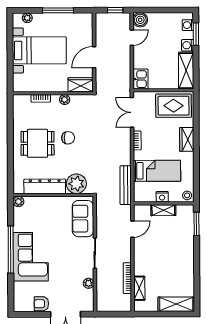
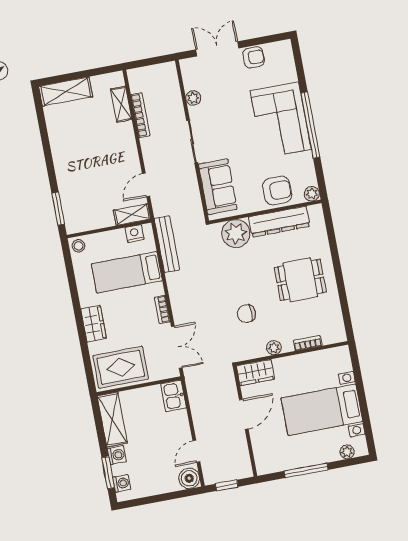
chair: (68, 138) -> (246, 314), moved
nightstand: (162, 197) -> (134, 234), moved
armchair: (42, 208) -> (277, 191), added
shelving: (163, 210) -> (132, 215), moved

